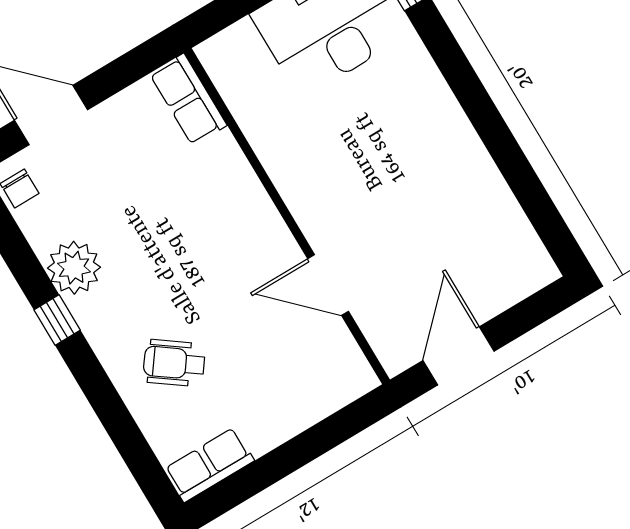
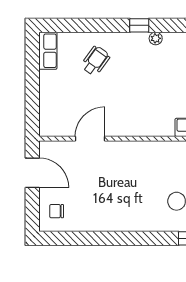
chair: (504, 266) -> (57, 211), added
plant: (74, 268) -> (156, 38), width x0.53, depth x0.53

